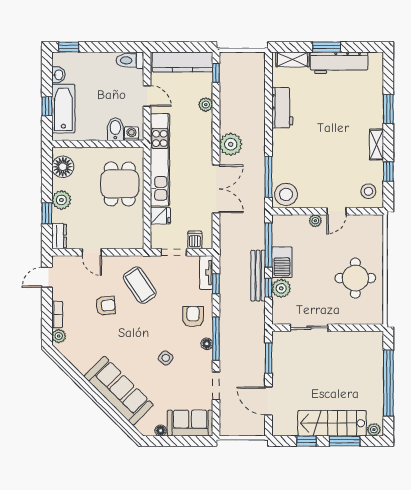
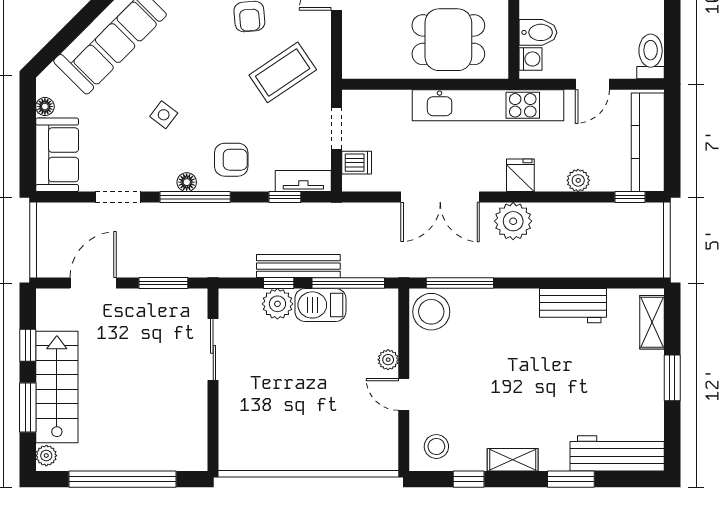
workbench: (339, 63) -> (617, 453), moved, turned 90
fridge: (160, 216) -> (520, 175), moved, turned 180
round table: (355, 278) -> (294, 425), removed

